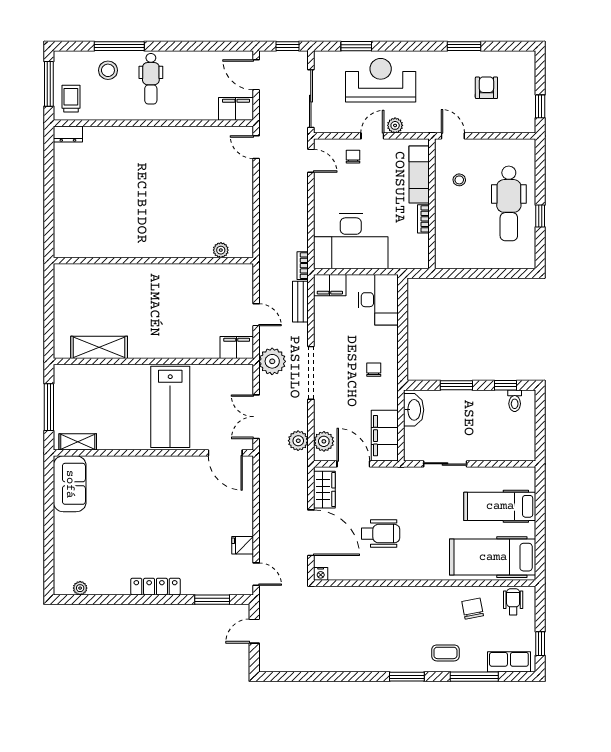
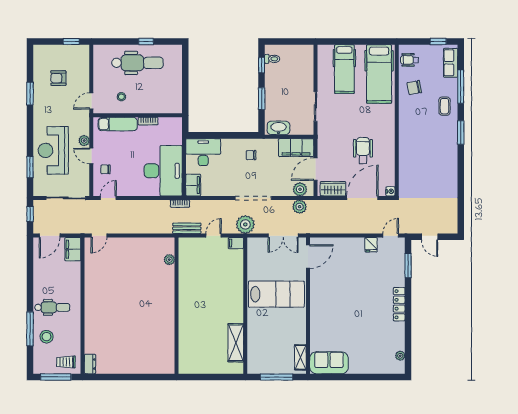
bench: (300, 302) -> (187, 228), moved
filing cabinet: (237, 348) -> (236, 243), width x0.50

